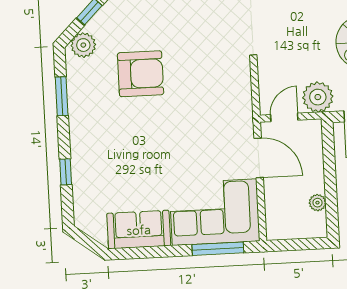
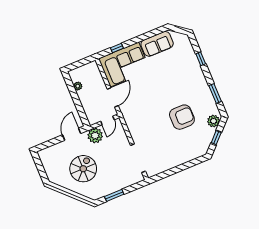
armchair: (141, 74) -> (182, 117), turned 180
door: (259, 158) -> (113, 97), swing flipped
window: (218, 249) -> (117, 48), width x0.46

